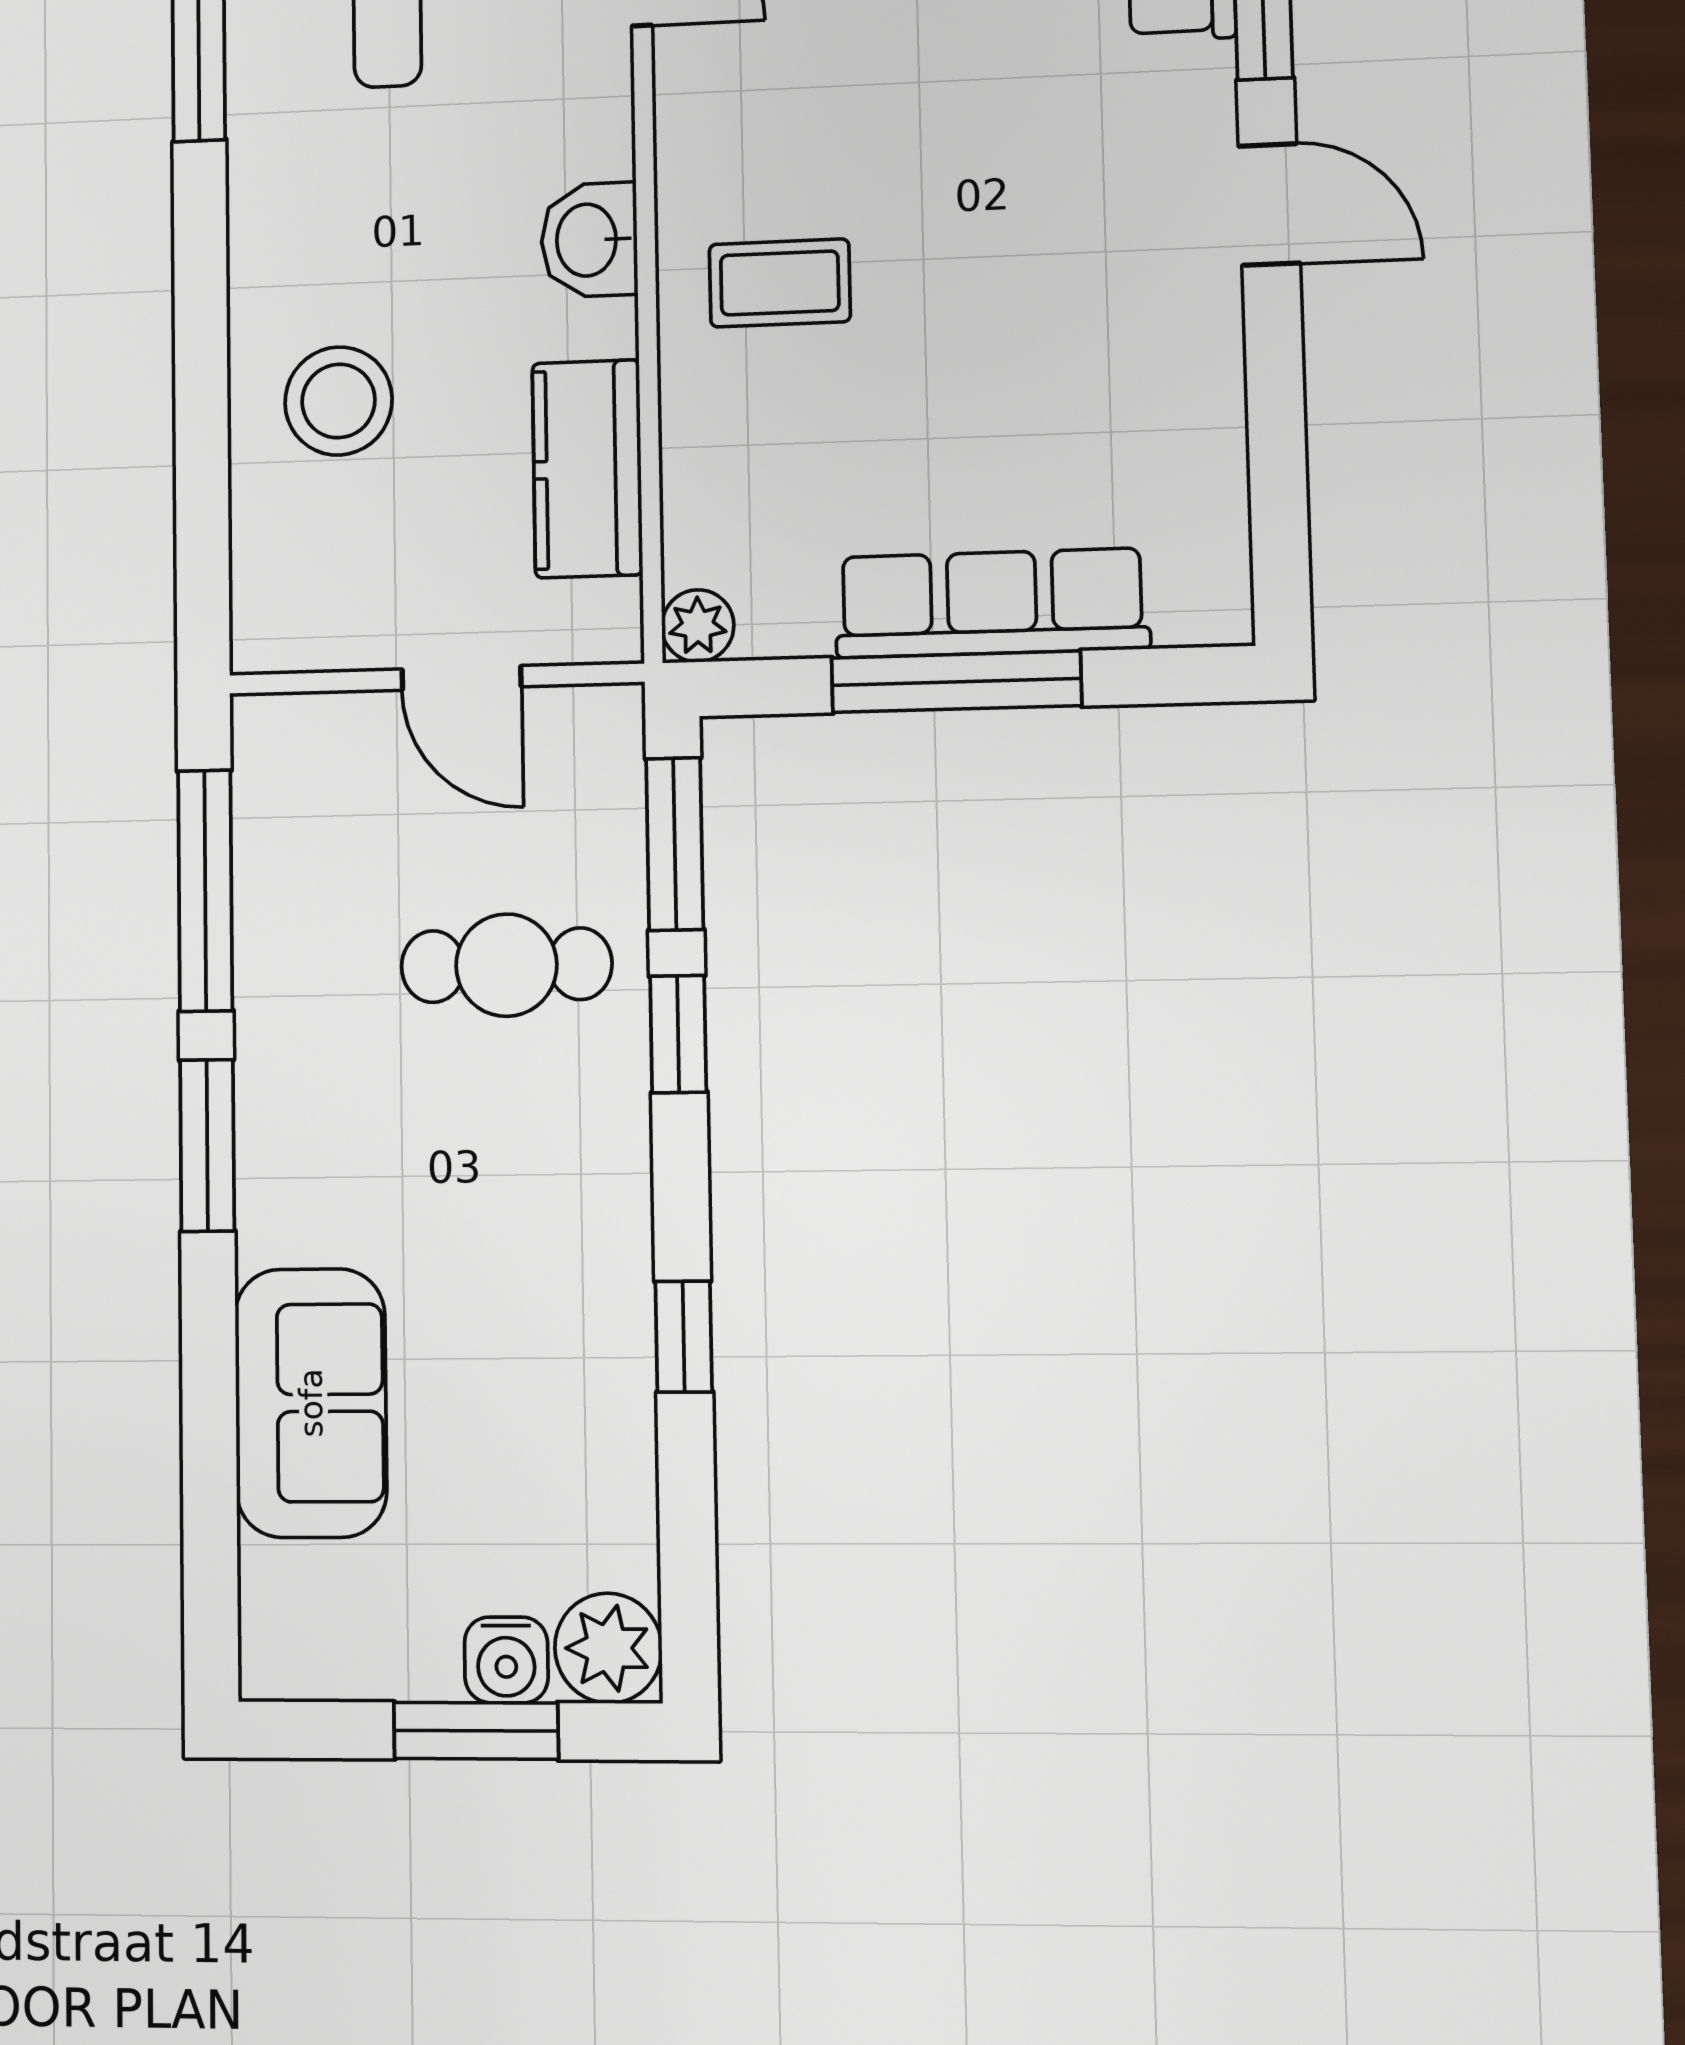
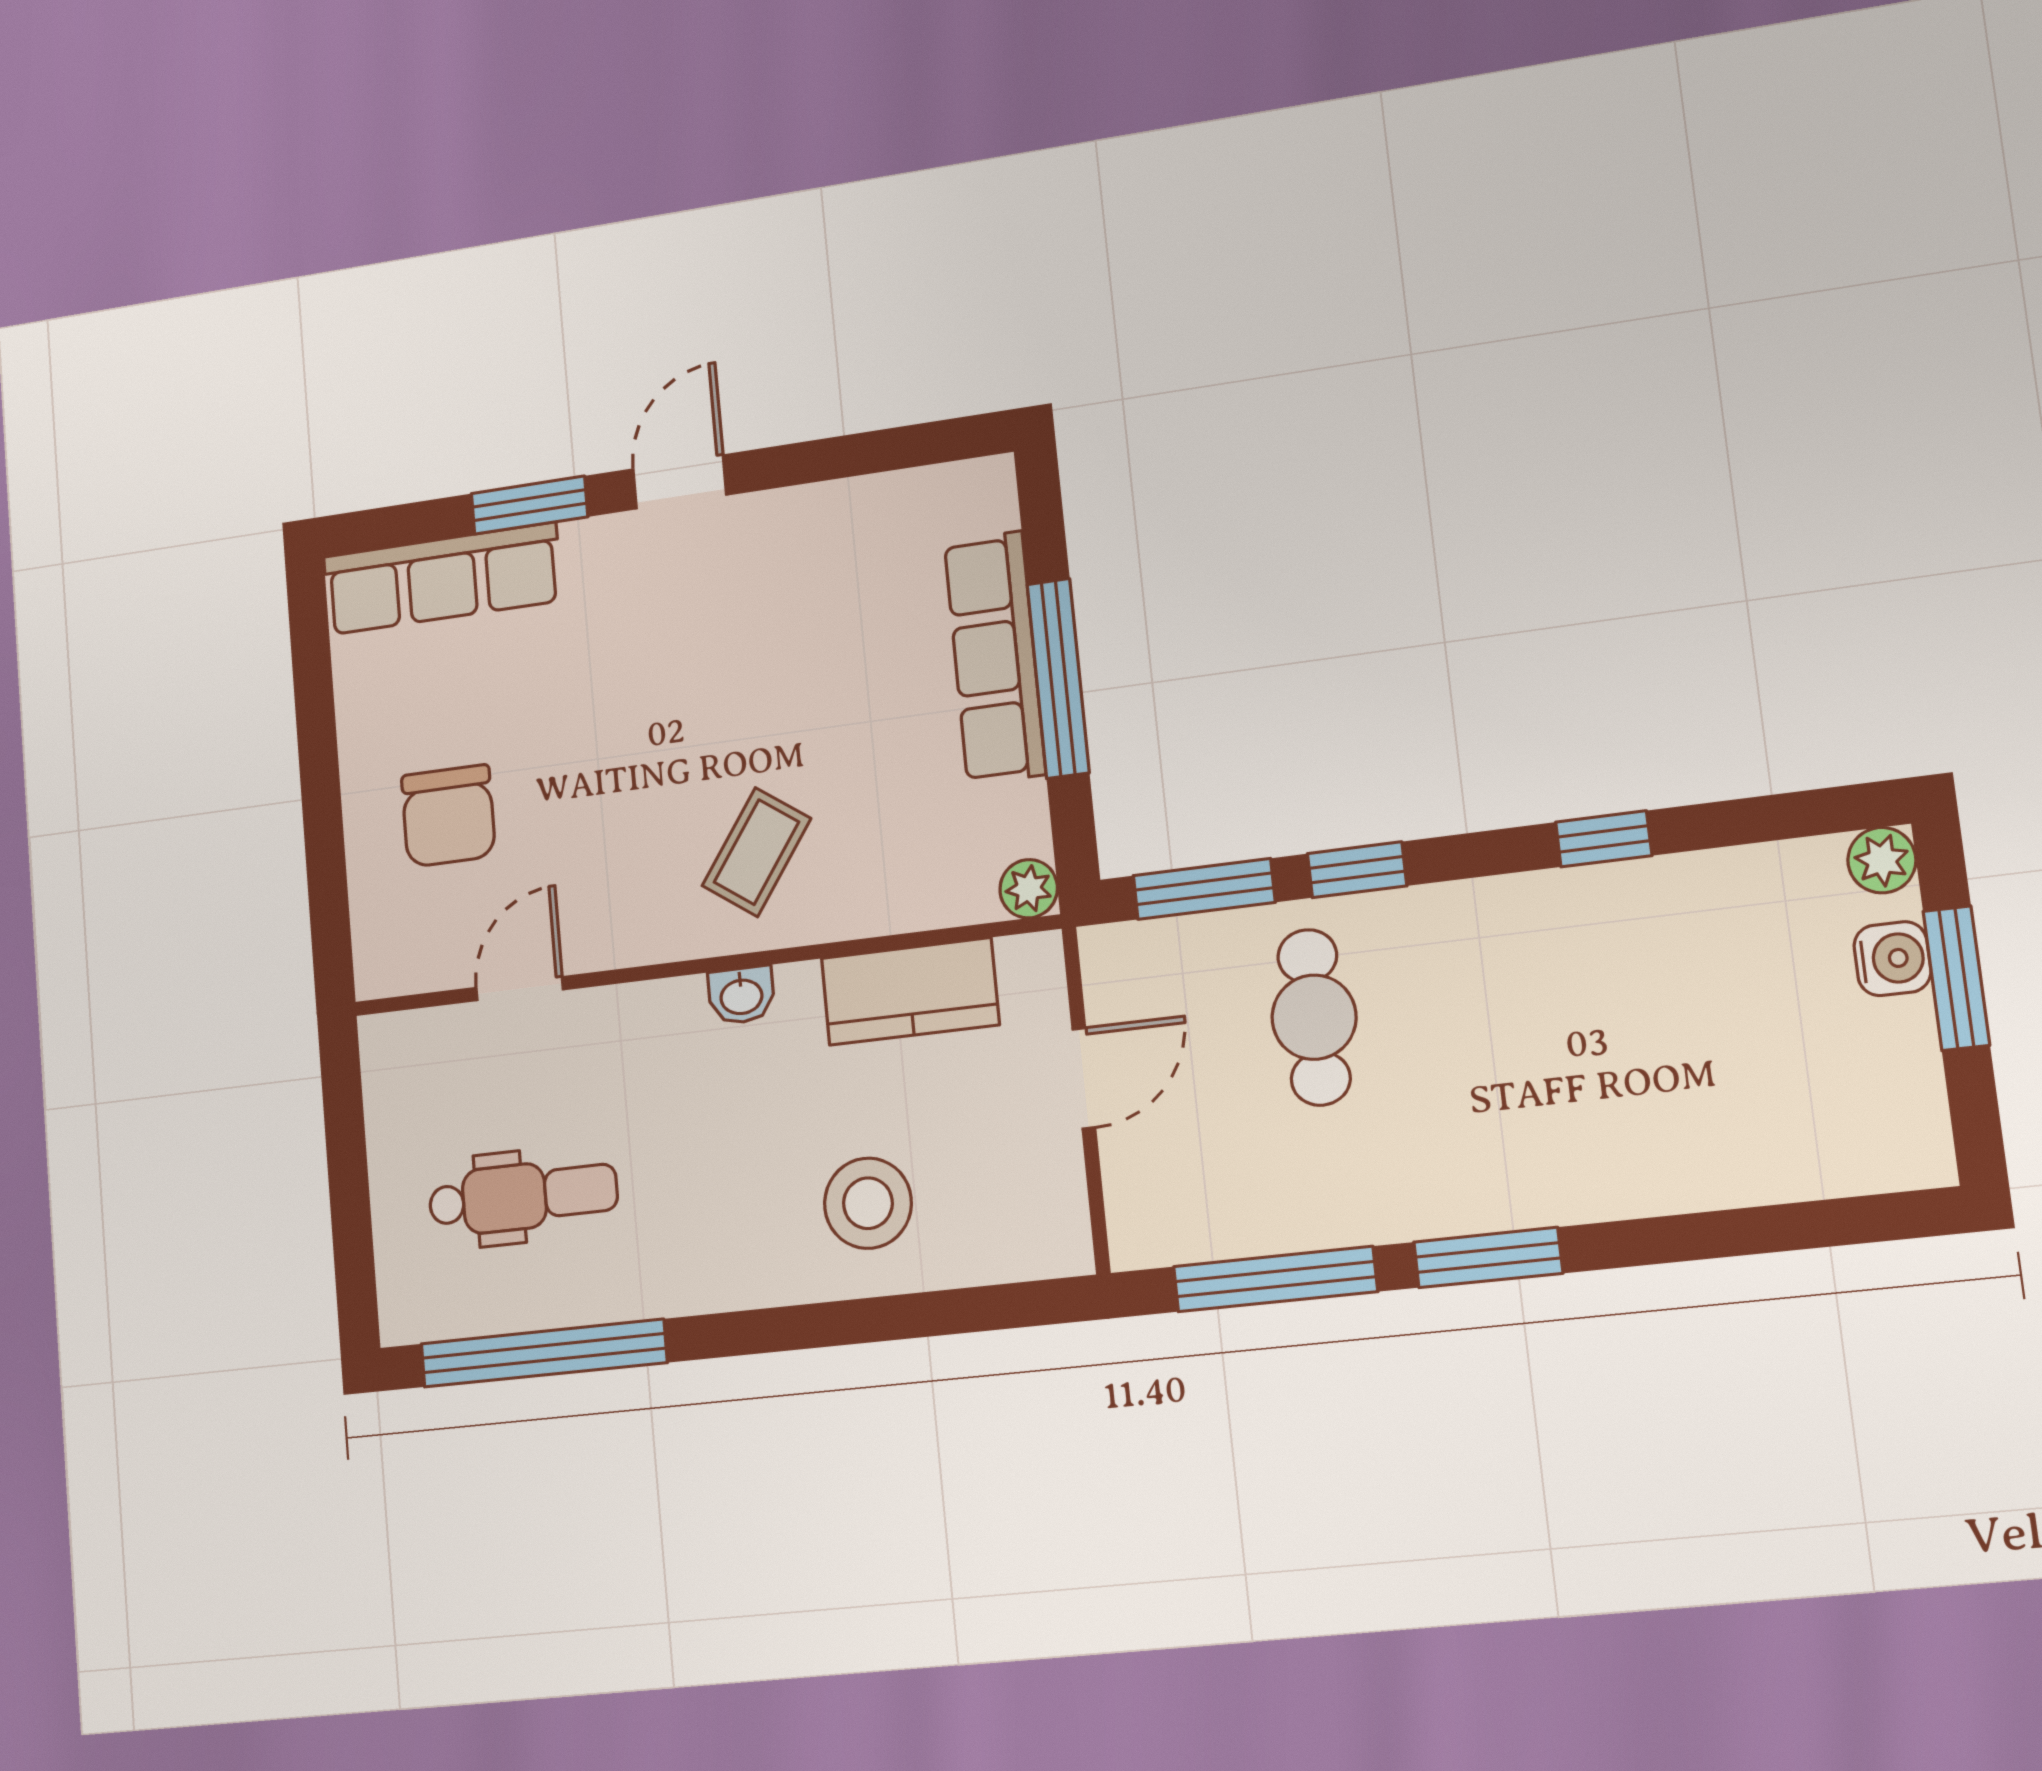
washbasin: (589, 240) -> (741, 995), width x0.72, depth x0.69
coffee table: (780, 283) -> (756, 852), turned 35
sofa: (311, 1403) -> (1696, 1147), removed
plant: (608, 1648) -> (1882, 860), width x0.73, depth x0.73

